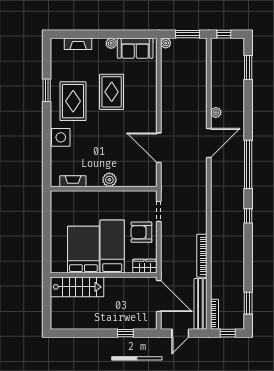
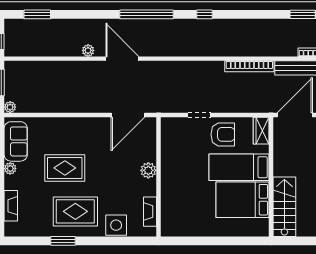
plant: (109, 180) -> (148, 170), moved
fireplace: (73, 181) -> (150, 212), moved
wall: (104, 189) -> (158, 177), moved
armchair: (141, 232) -> (223, 134), turned -90

